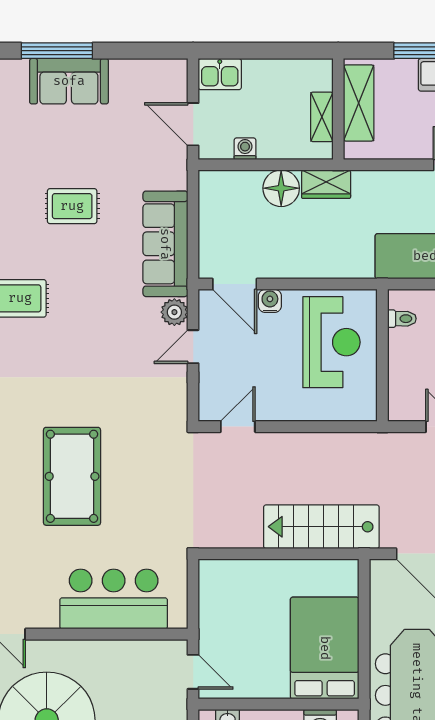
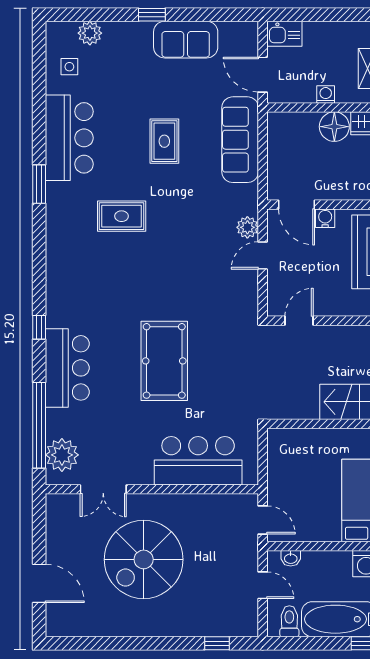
window: (57, 51) -> (152, 15), width x0.46
sofa: (69, 81) -> (186, 40), moved
washing machine: (245, 149) -> (326, 94), moved
rug: (72, 206) -> (164, 141), turned 90
sofa: (165, 244) -> (240, 140), moved

